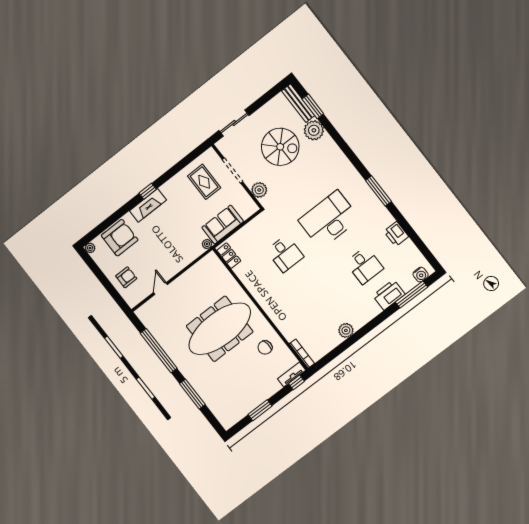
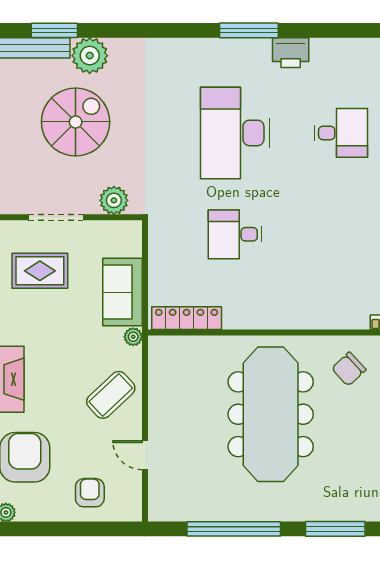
printer: (396, 234) -> (291, 53), moved
coffee table: (175, 254) -> (111, 395), added
desk: (285, 254) -> (235, 234), turned 180
locker: (229, 256) -> (187, 318), width x1.53
chair: (265, 347) -> (349, 369), turned 53

